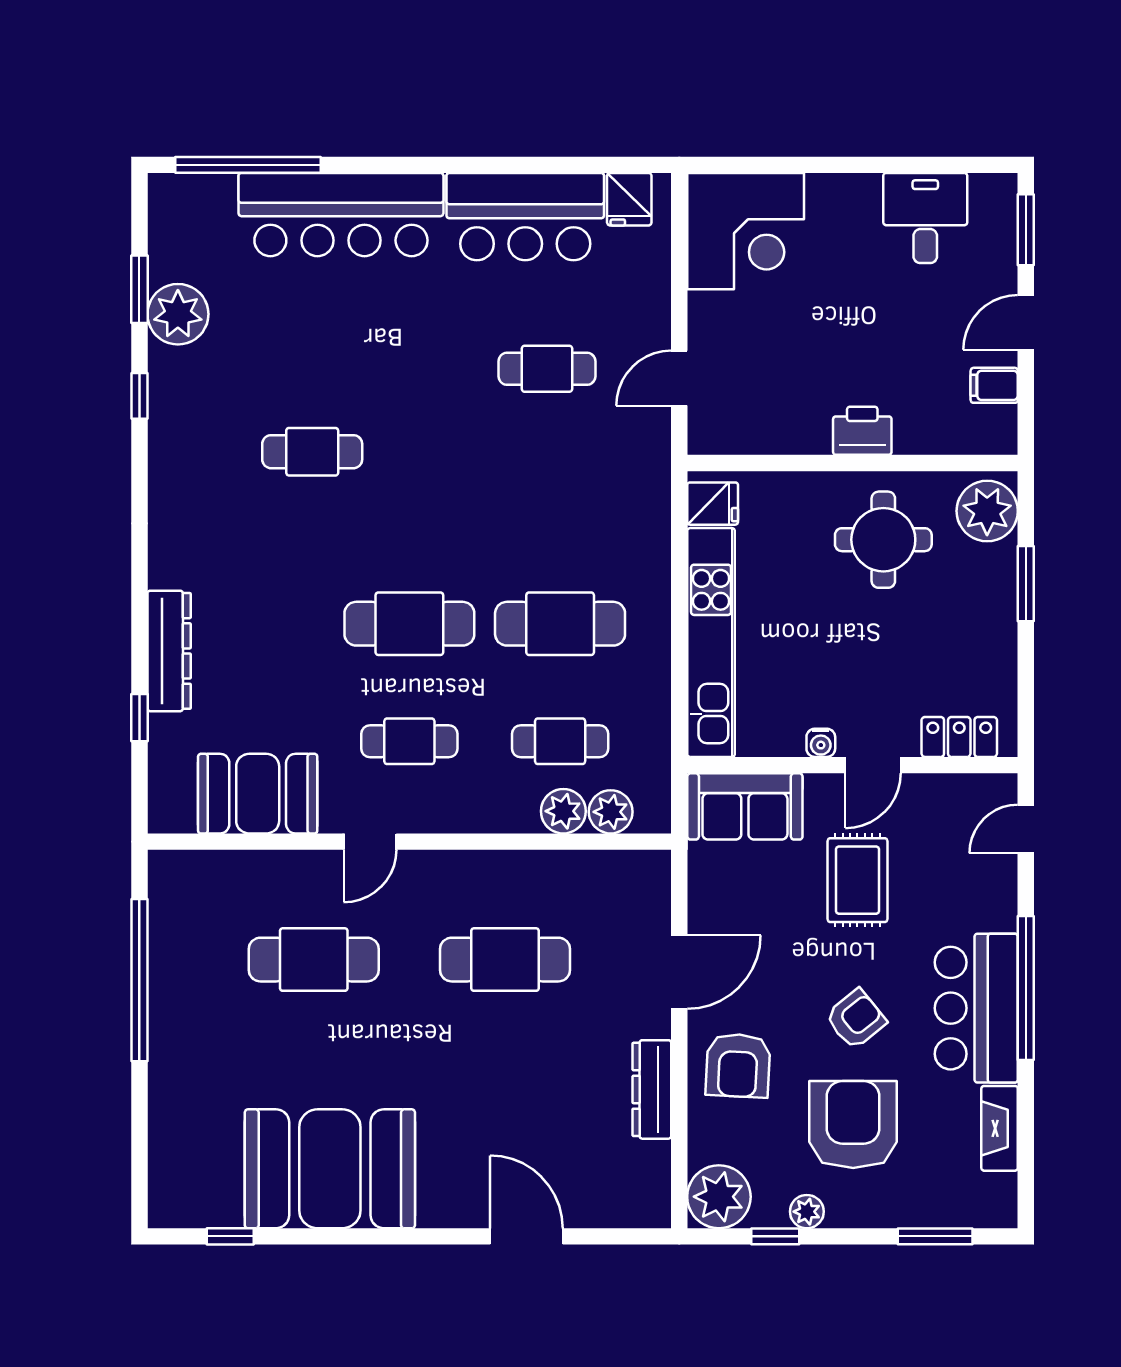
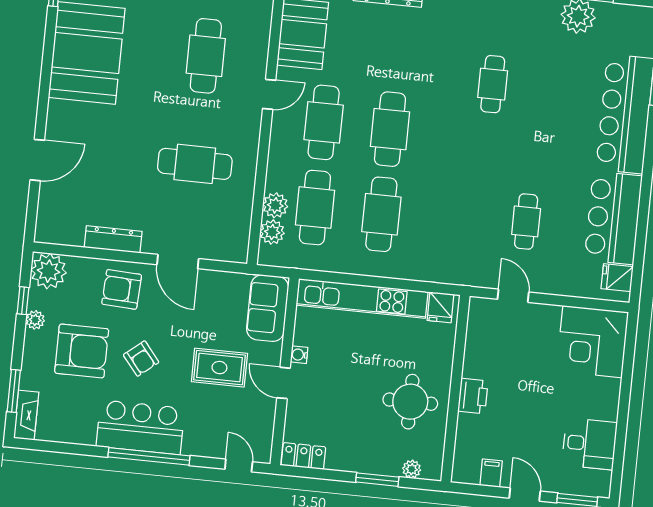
plant: (987, 511) -> (412, 469), width x0.53, depth x0.53
locker: (959, 737) -> (303, 456), moved, turned -90
cafe table: (409, 741) -> (324, 122), width x1.37, depth x1.35
cafe table: (560, 741) -> (315, 208), width x1.37, depth x1.35
door: (370, 842) -> (269, 94), swing flipped
cafe table: (505, 960) -> (195, 164), turned 90
fireplace: (1000, 1128) -> (26, 415), moved, turned 90

